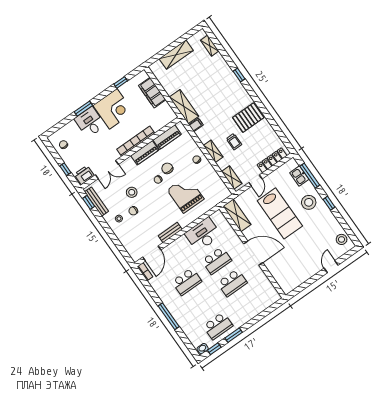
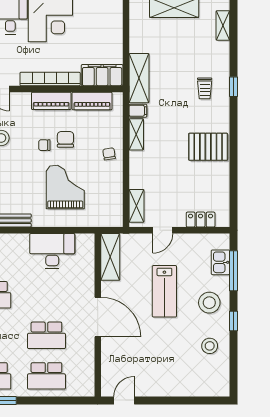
filing cabinet: (152, 93) -> (102, 75), moved, turned 90
trolley: (234, 142) -> (205, 88), moved
shelving: (213, 151) -> (136, 134), moved
locker: (272, 160) -> (201, 220), width x0.66
lab bench: (280, 213) -> (164, 291), width x0.73, depth x0.72
stool: (342, 239) -> (210, 346), moved
school desk: (217, 261) -> (46, 376), moved
door: (331, 267) -> (124, 401), moved

